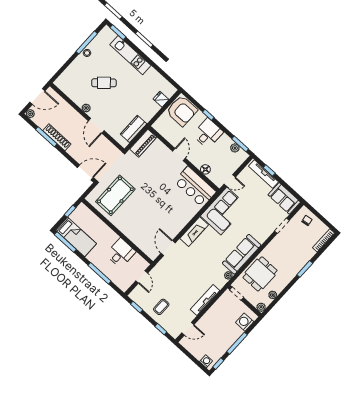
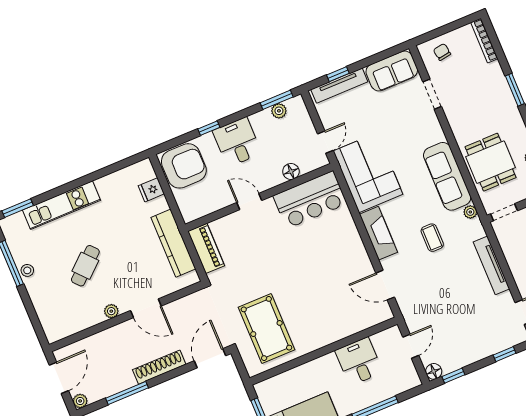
kitchen counter: (134, 129) -> (173, 243), width x1.50
shoe rack: (57, 137) -> (159, 367), moved
door: (142, 277) -> (411, 346), hinge flipped
floor lamp: (134, 295) -> (434, 371), added
coffee table: (161, 307) -> (432, 238), moved

